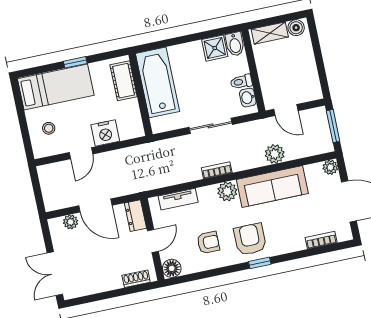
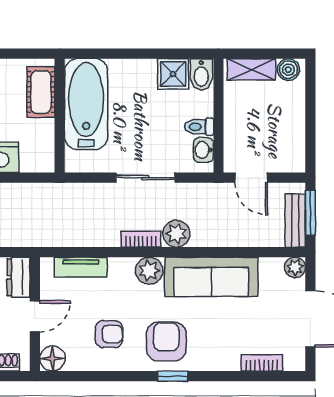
bench: (324, 134) -> (295, 221), added
plant: (275, 154) -> (176, 234), moved

